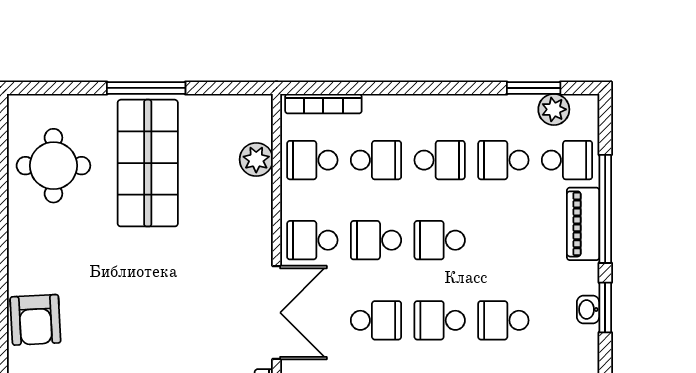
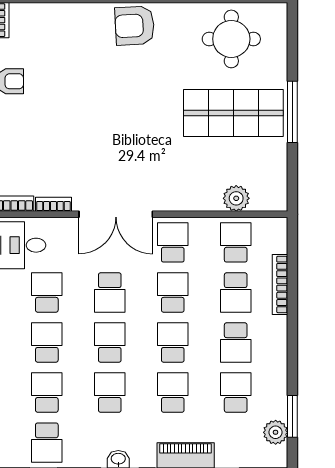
bookcase: (323, 104) -> (280, 284), moved
school desk: (567, 160) -> (173, 393), moved, turned 180
armchair: (35, 320) -> (135, 26), moved

